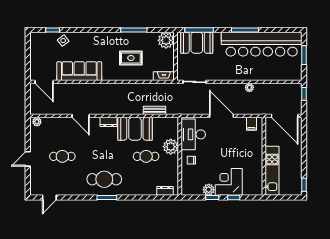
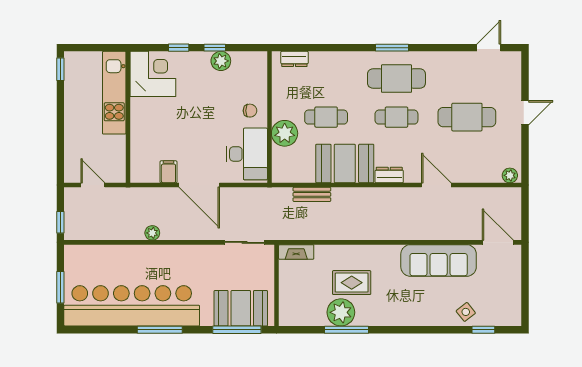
plant: (166, 40) -> (341, 312), moved
door: (285, 116) -> (93, 185), width x0.53
filing cabinet: (251, 124) -> (168, 172), moved
cafe table: (62, 156) -> (467, 117), width x1.37, depth x1.35
cafe table: (104, 156) -> (396, 117), added
corner desk: (229, 182) -> (153, 74), moved, turned -90

